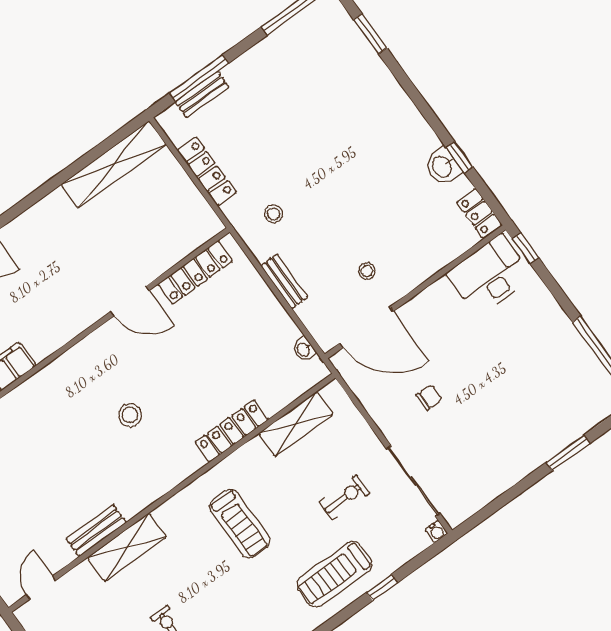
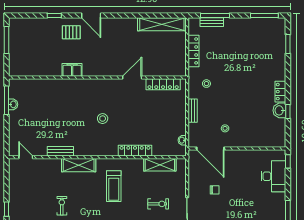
locker: (479, 213) -> (280, 92), moved
desk: (490, 275) -> (273, 176), moved, turned 90
door: (130, 301) -> (132, 78), swing flipped
shelving: (127, 547) -> (79, 165), moved
door: (41, 588) -> (26, 157), hinge flipped

